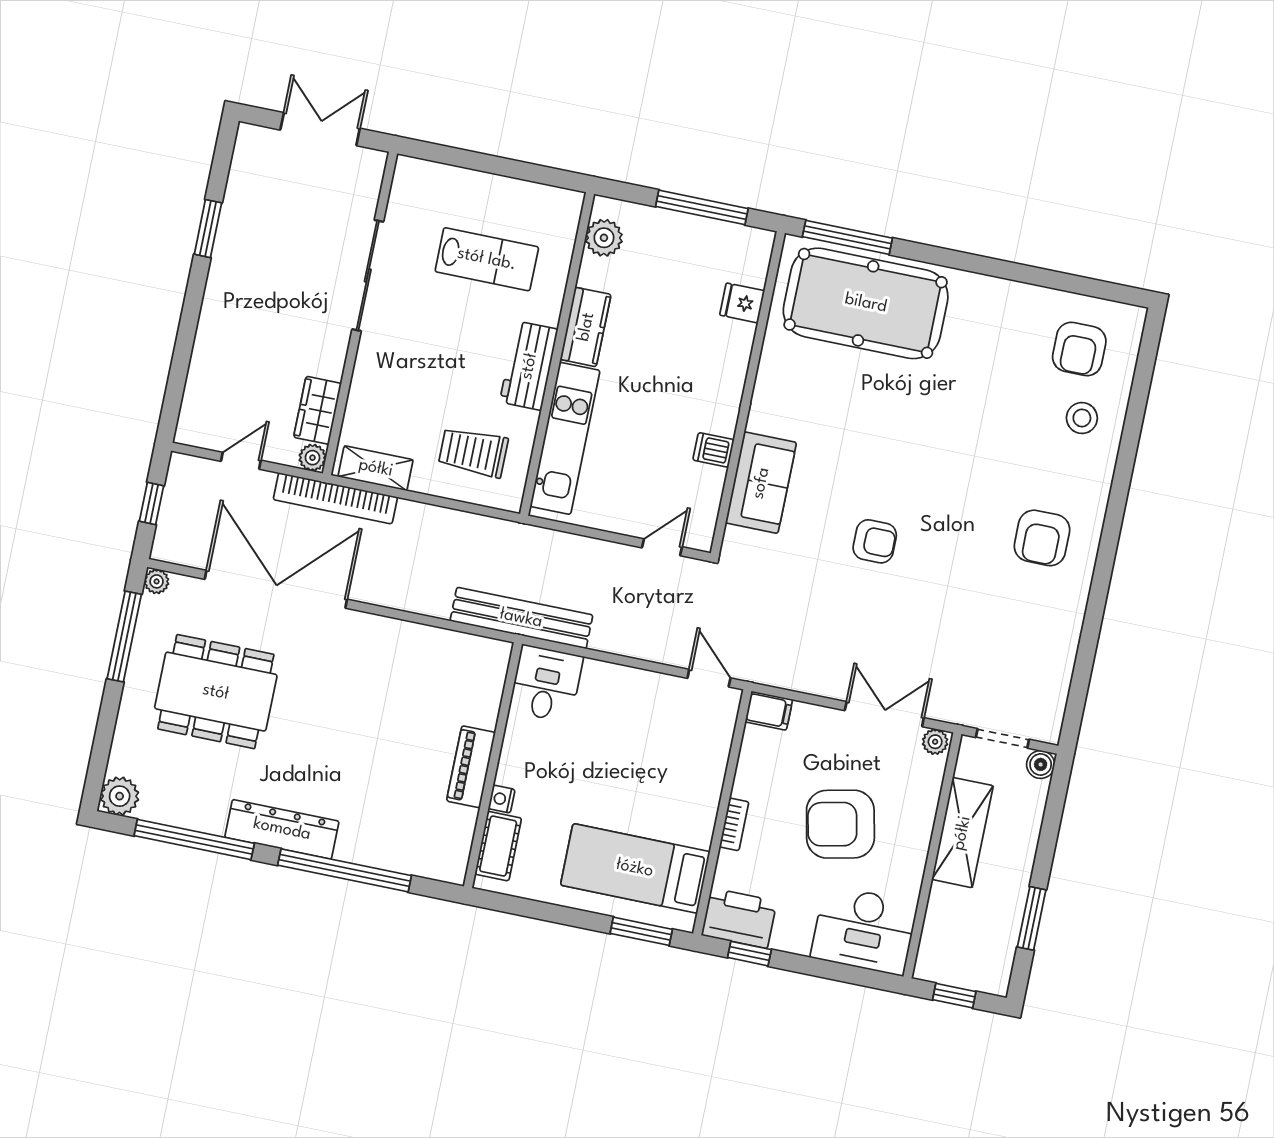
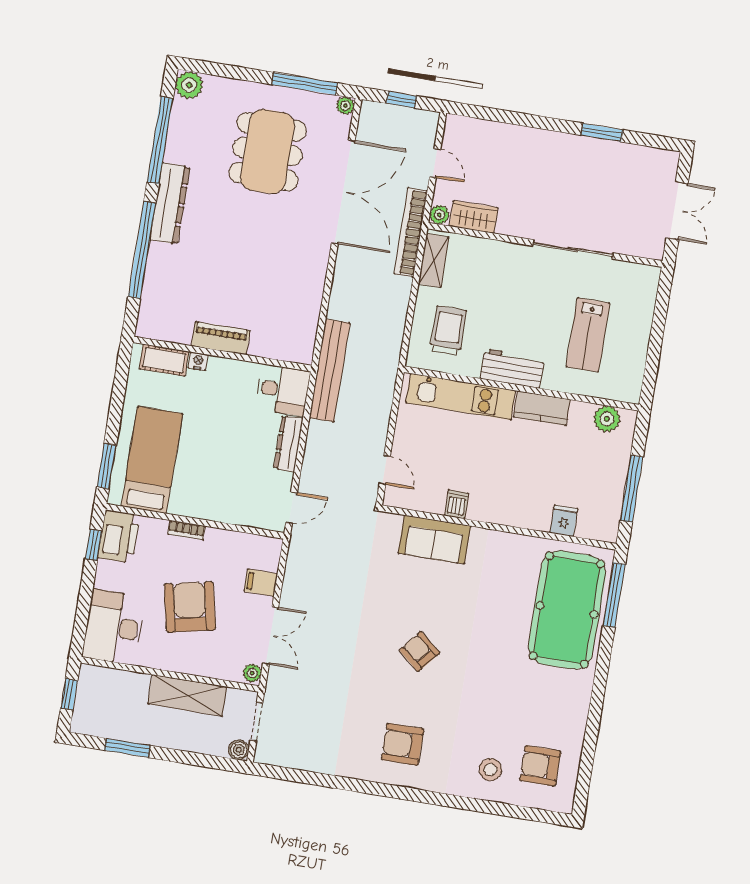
armchair: (875, 541) -> (419, 651), moved, turned 130
dresser: (620, 679) -> (288, 444), added
filing cabinet: (769, 711) -> (261, 583), moved, turned 90

